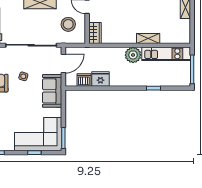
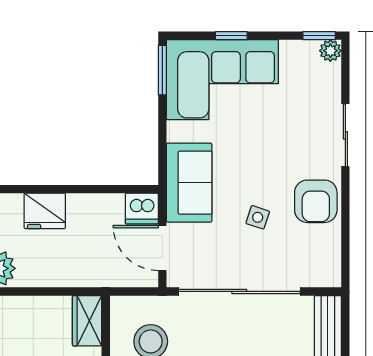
door: (63, 64) -> (162, 248), hinge flipped
fridge: (100, 79) -> (45, 211), moved
dishwasher: (84, 80) -> (142, 209), moved

